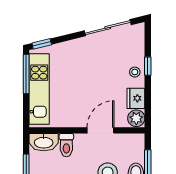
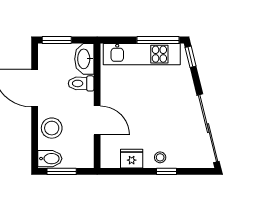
sliding door: (108, 28) -> (208, 128), width x1.36
plant: (136, 118) -> (110, 159), removed

